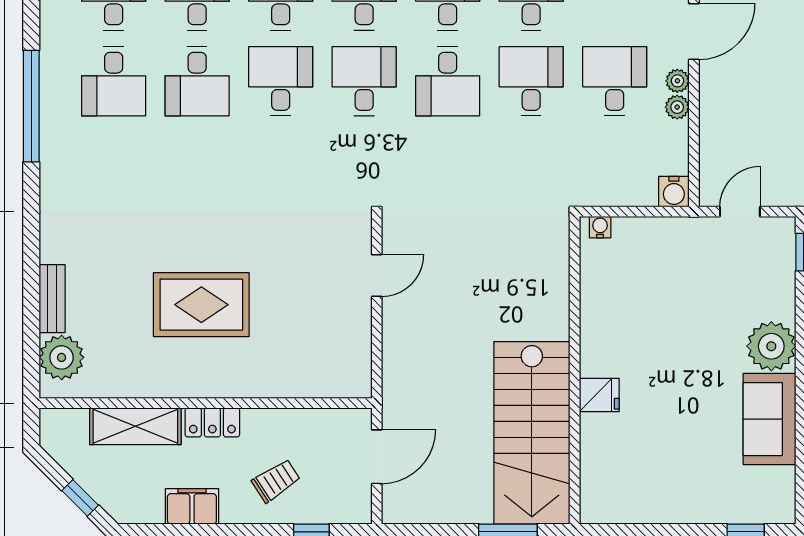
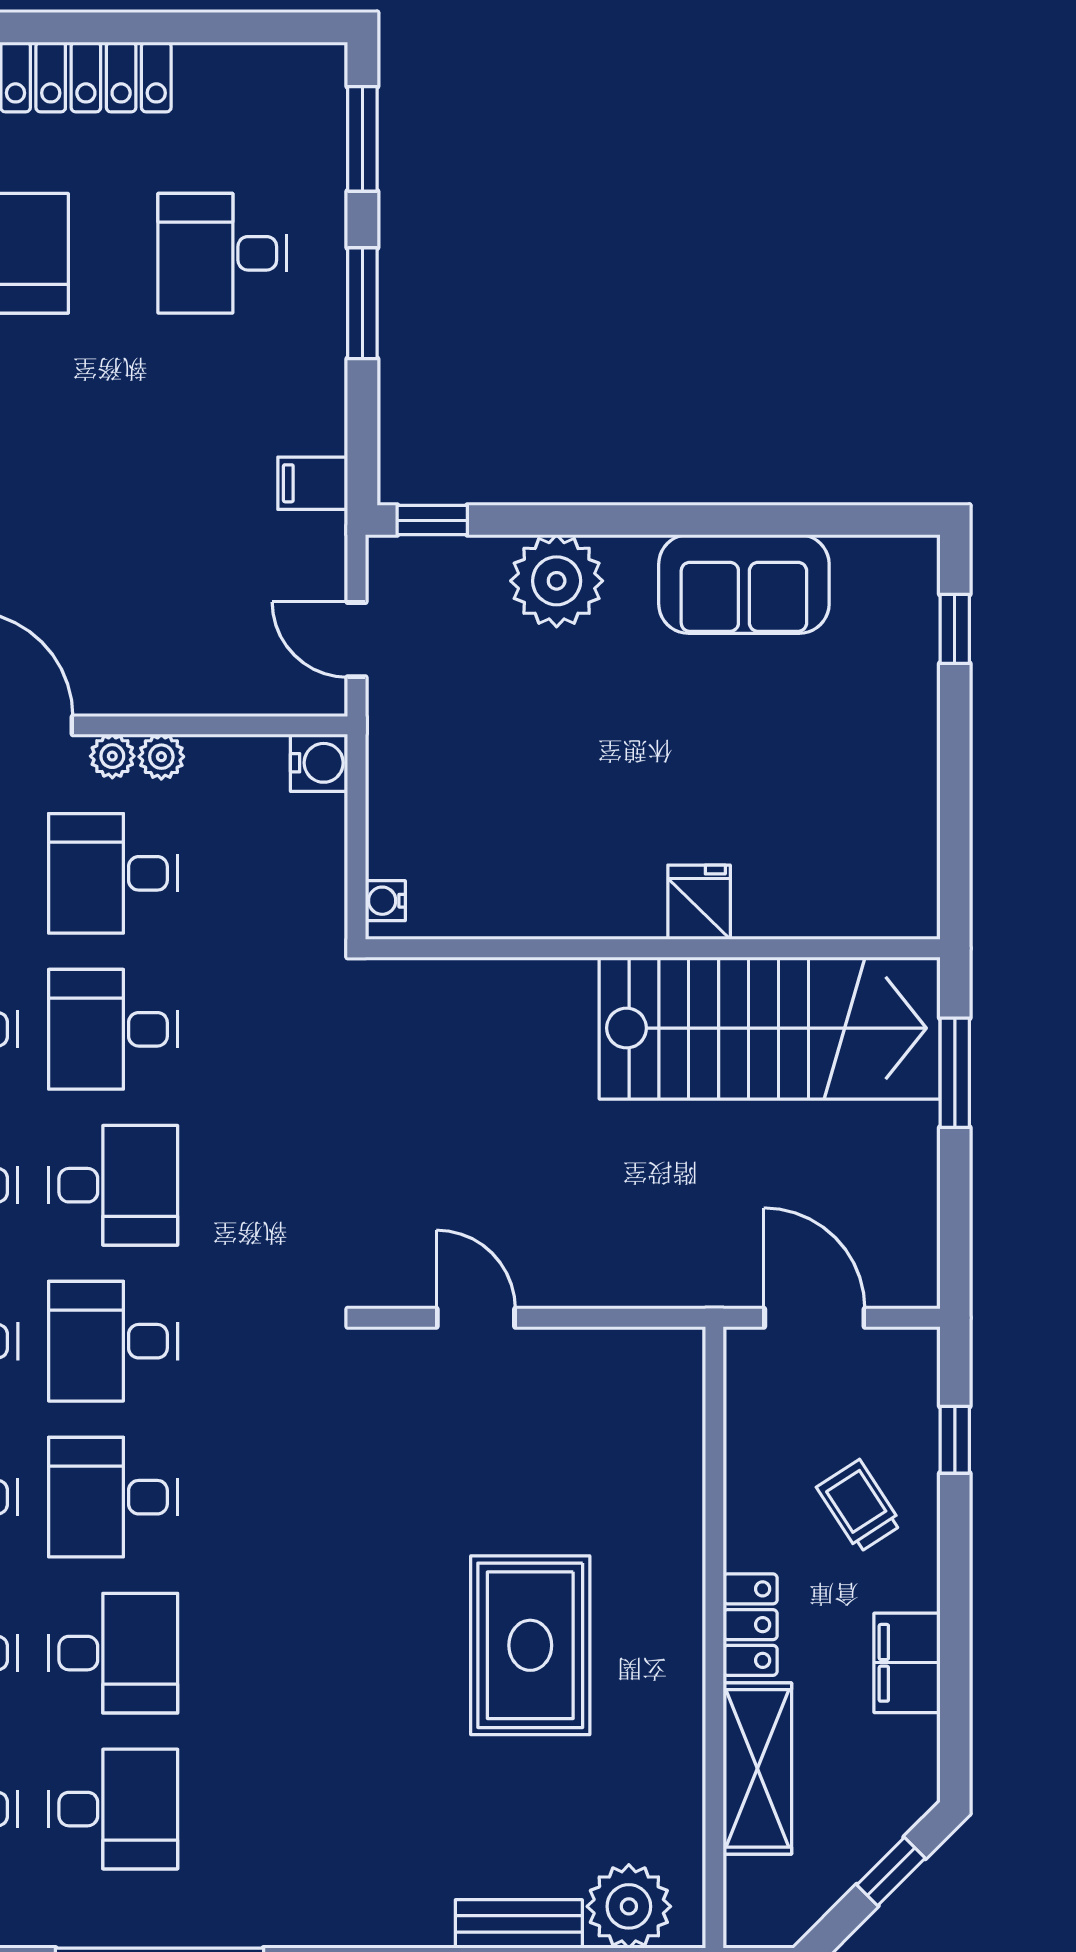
plant: (771, 346) -> (557, 581), moved

